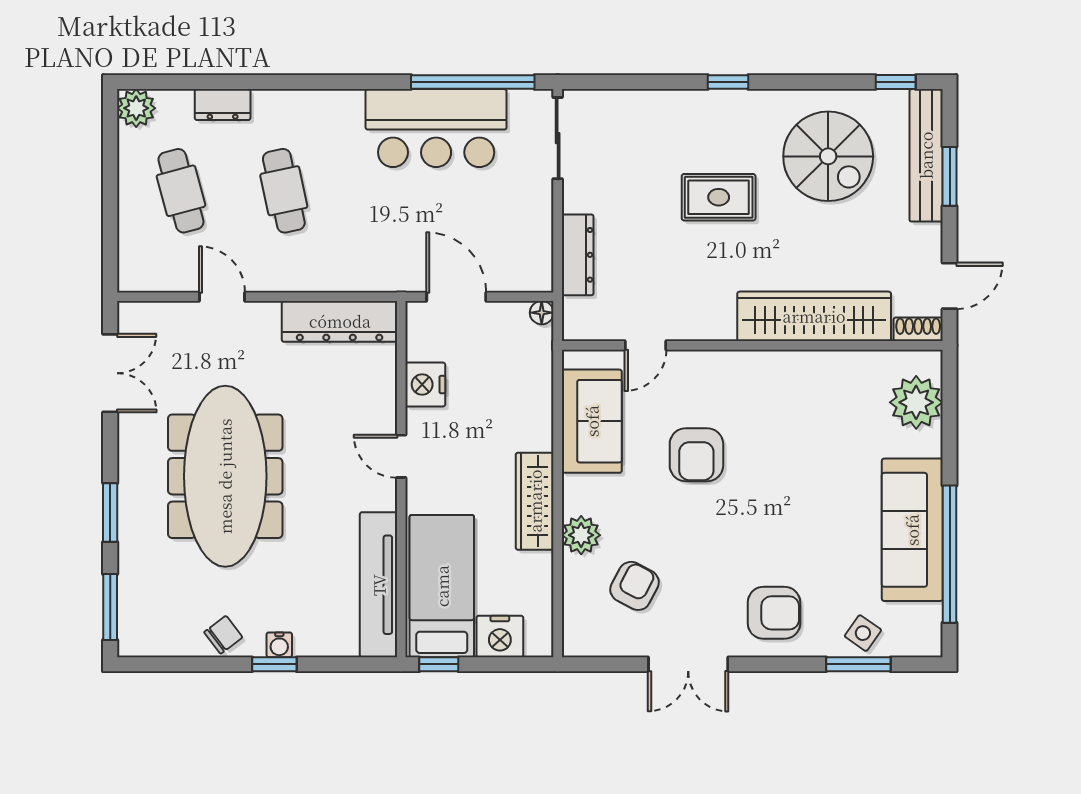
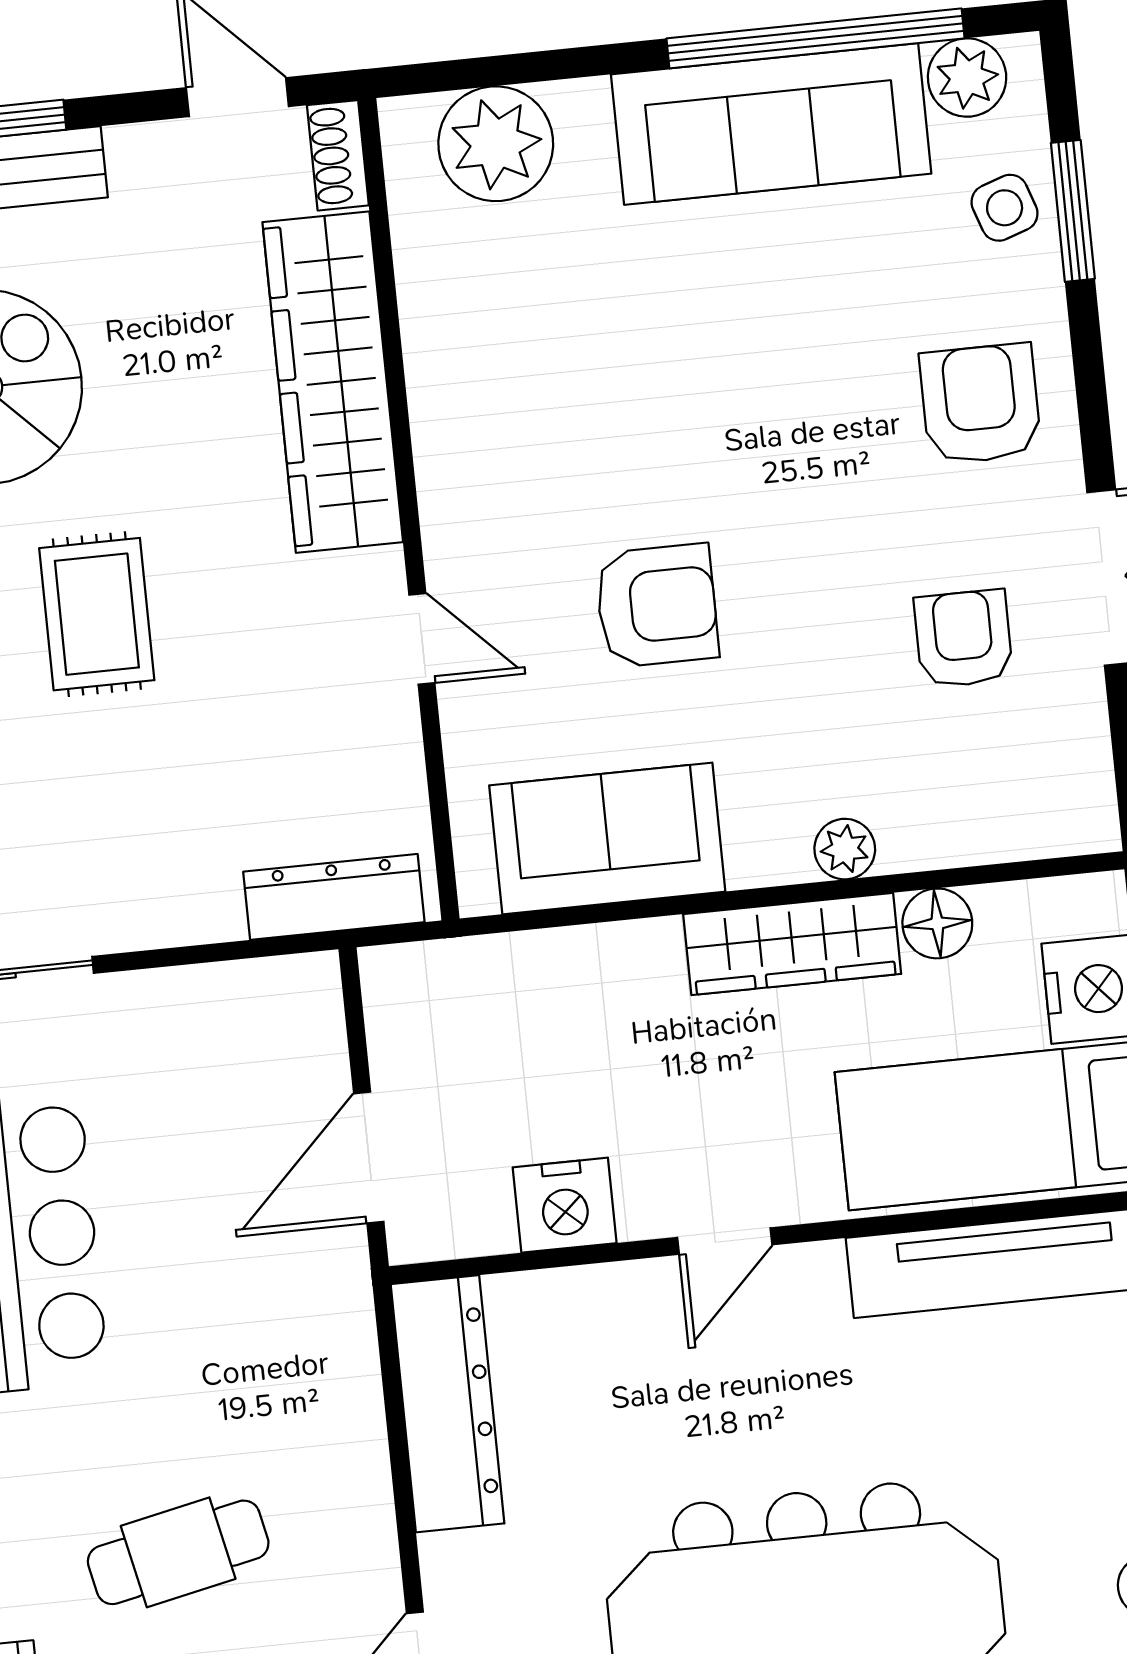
dresser: (578, 255) -> (334, 897), moved
floor lamp: (542, 313) -> (937, 923), moved, width x1.37, depth x1.37
door: (646, 345) -> (422, 639), moved
plant: (581, 535) -> (845, 849), width x0.73, depth x0.73
armchair: (634, 586) -> (963, 639), moved, turned 62
plant: (924, 622) -> (967, 78), added
side table: (863, 633) -> (1005, 208), turned 36

